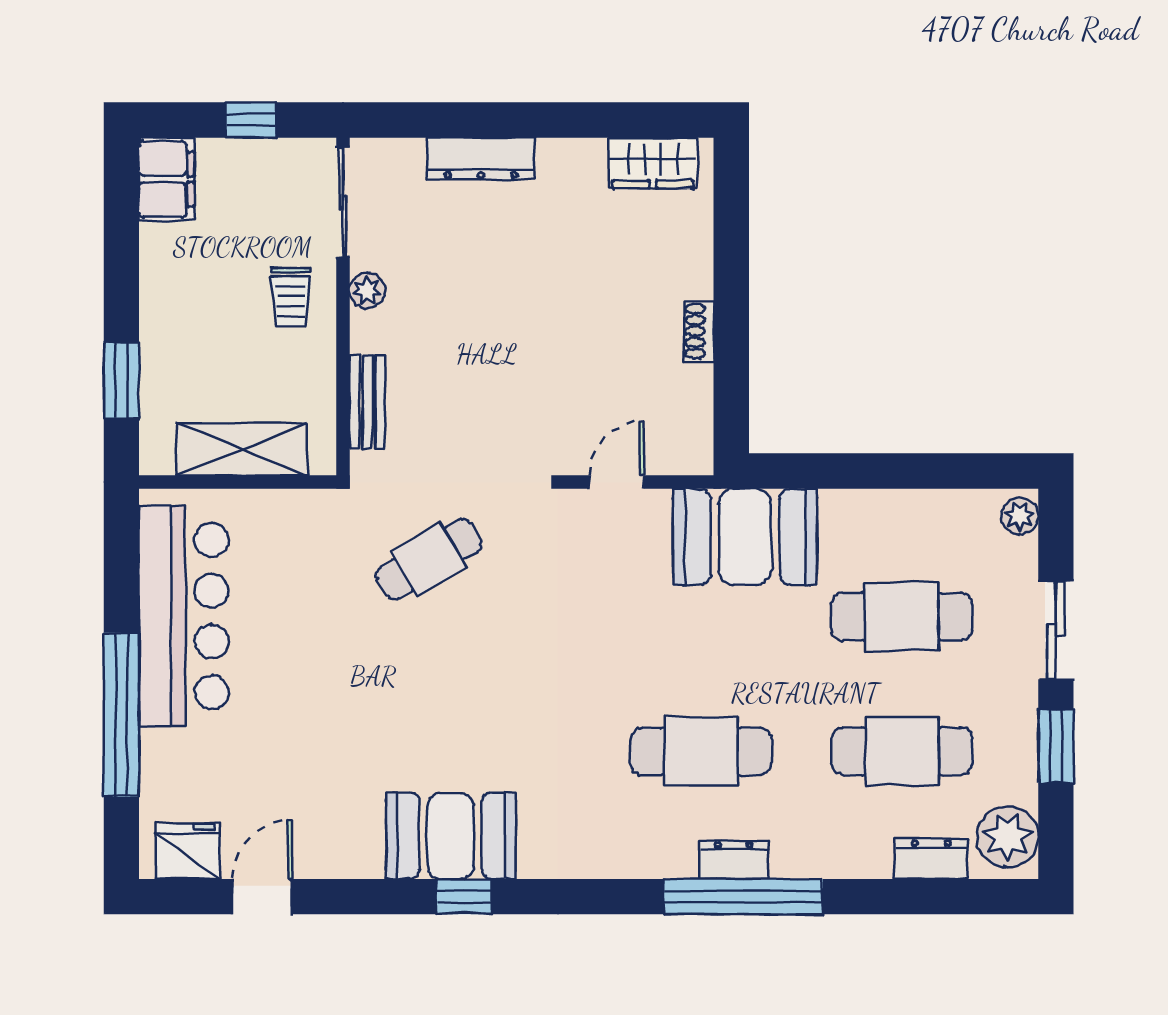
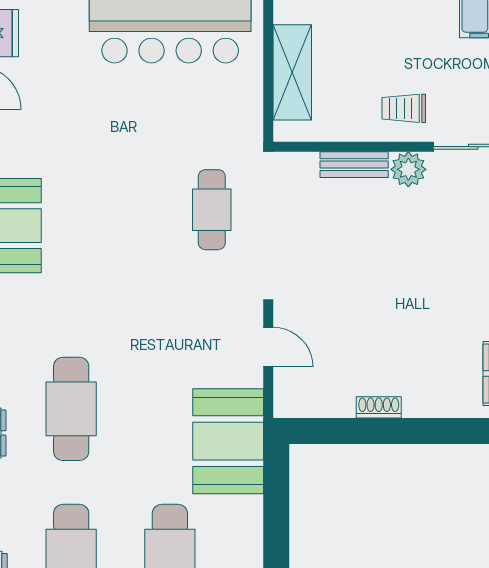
plant: (367, 291) -> (408, 169), width x1.38, depth x1.38
bench: (367, 402) -> (354, 165), moved
cafe table: (429, 559) -> (212, 210), turned 31

